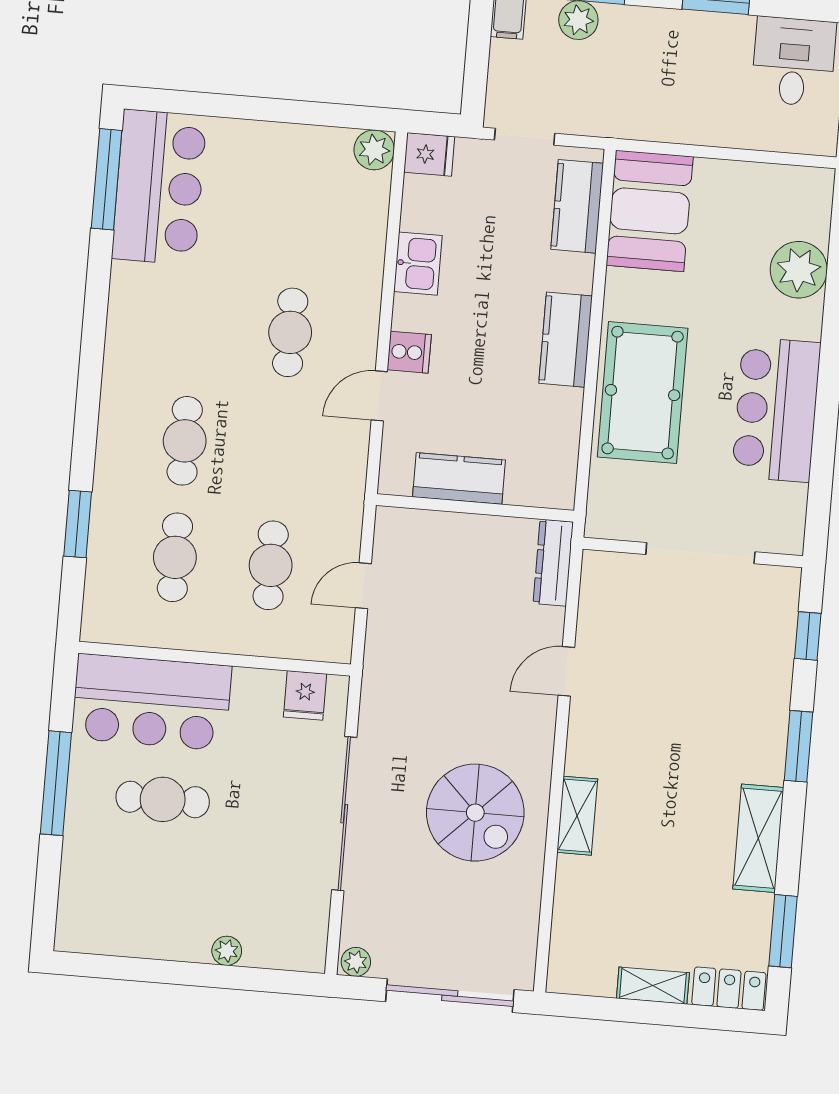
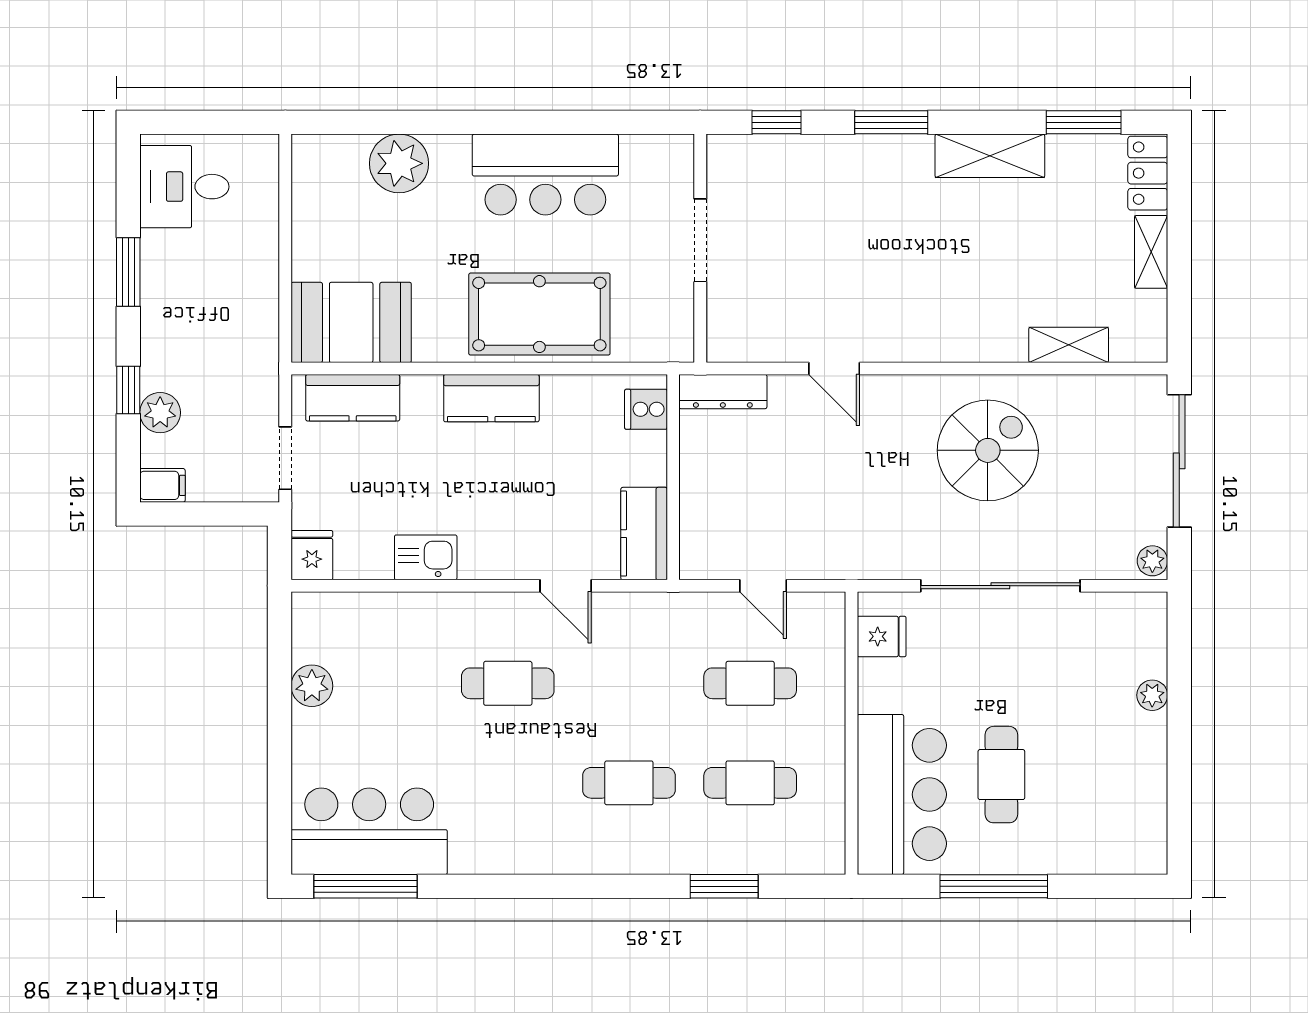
plant: (374, 150) -> (312, 686), moved
cooker: (409, 352) -> (646, 409), moved, turned -90
kitchen counter: (459, 478) -> (644, 534), moved
doorway: (700, 553) -> (700, 240), width x0.73
shelving: (577, 816) -> (1069, 345), moved

